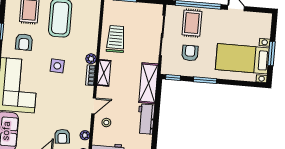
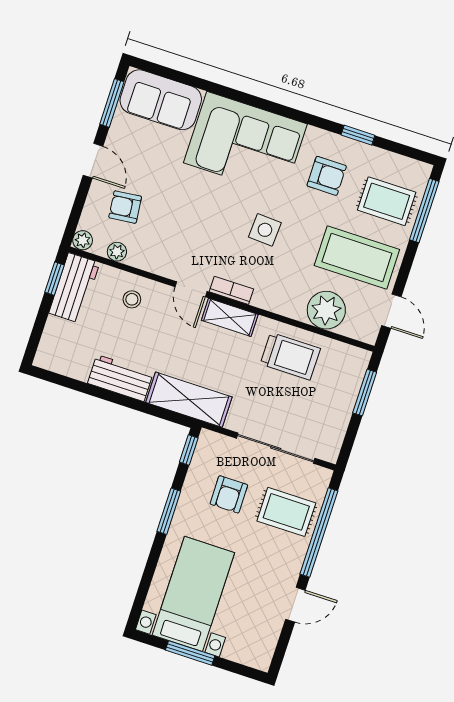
armchair: (24, 42) -> (327, 176), turned 180
armchair: (190, 53) -> (229, 494), turned 90
plant: (91, 59) -> (326, 310), moved, width x1.87, depth x1.87
door: (94, 106) -> (191, 289), moved

